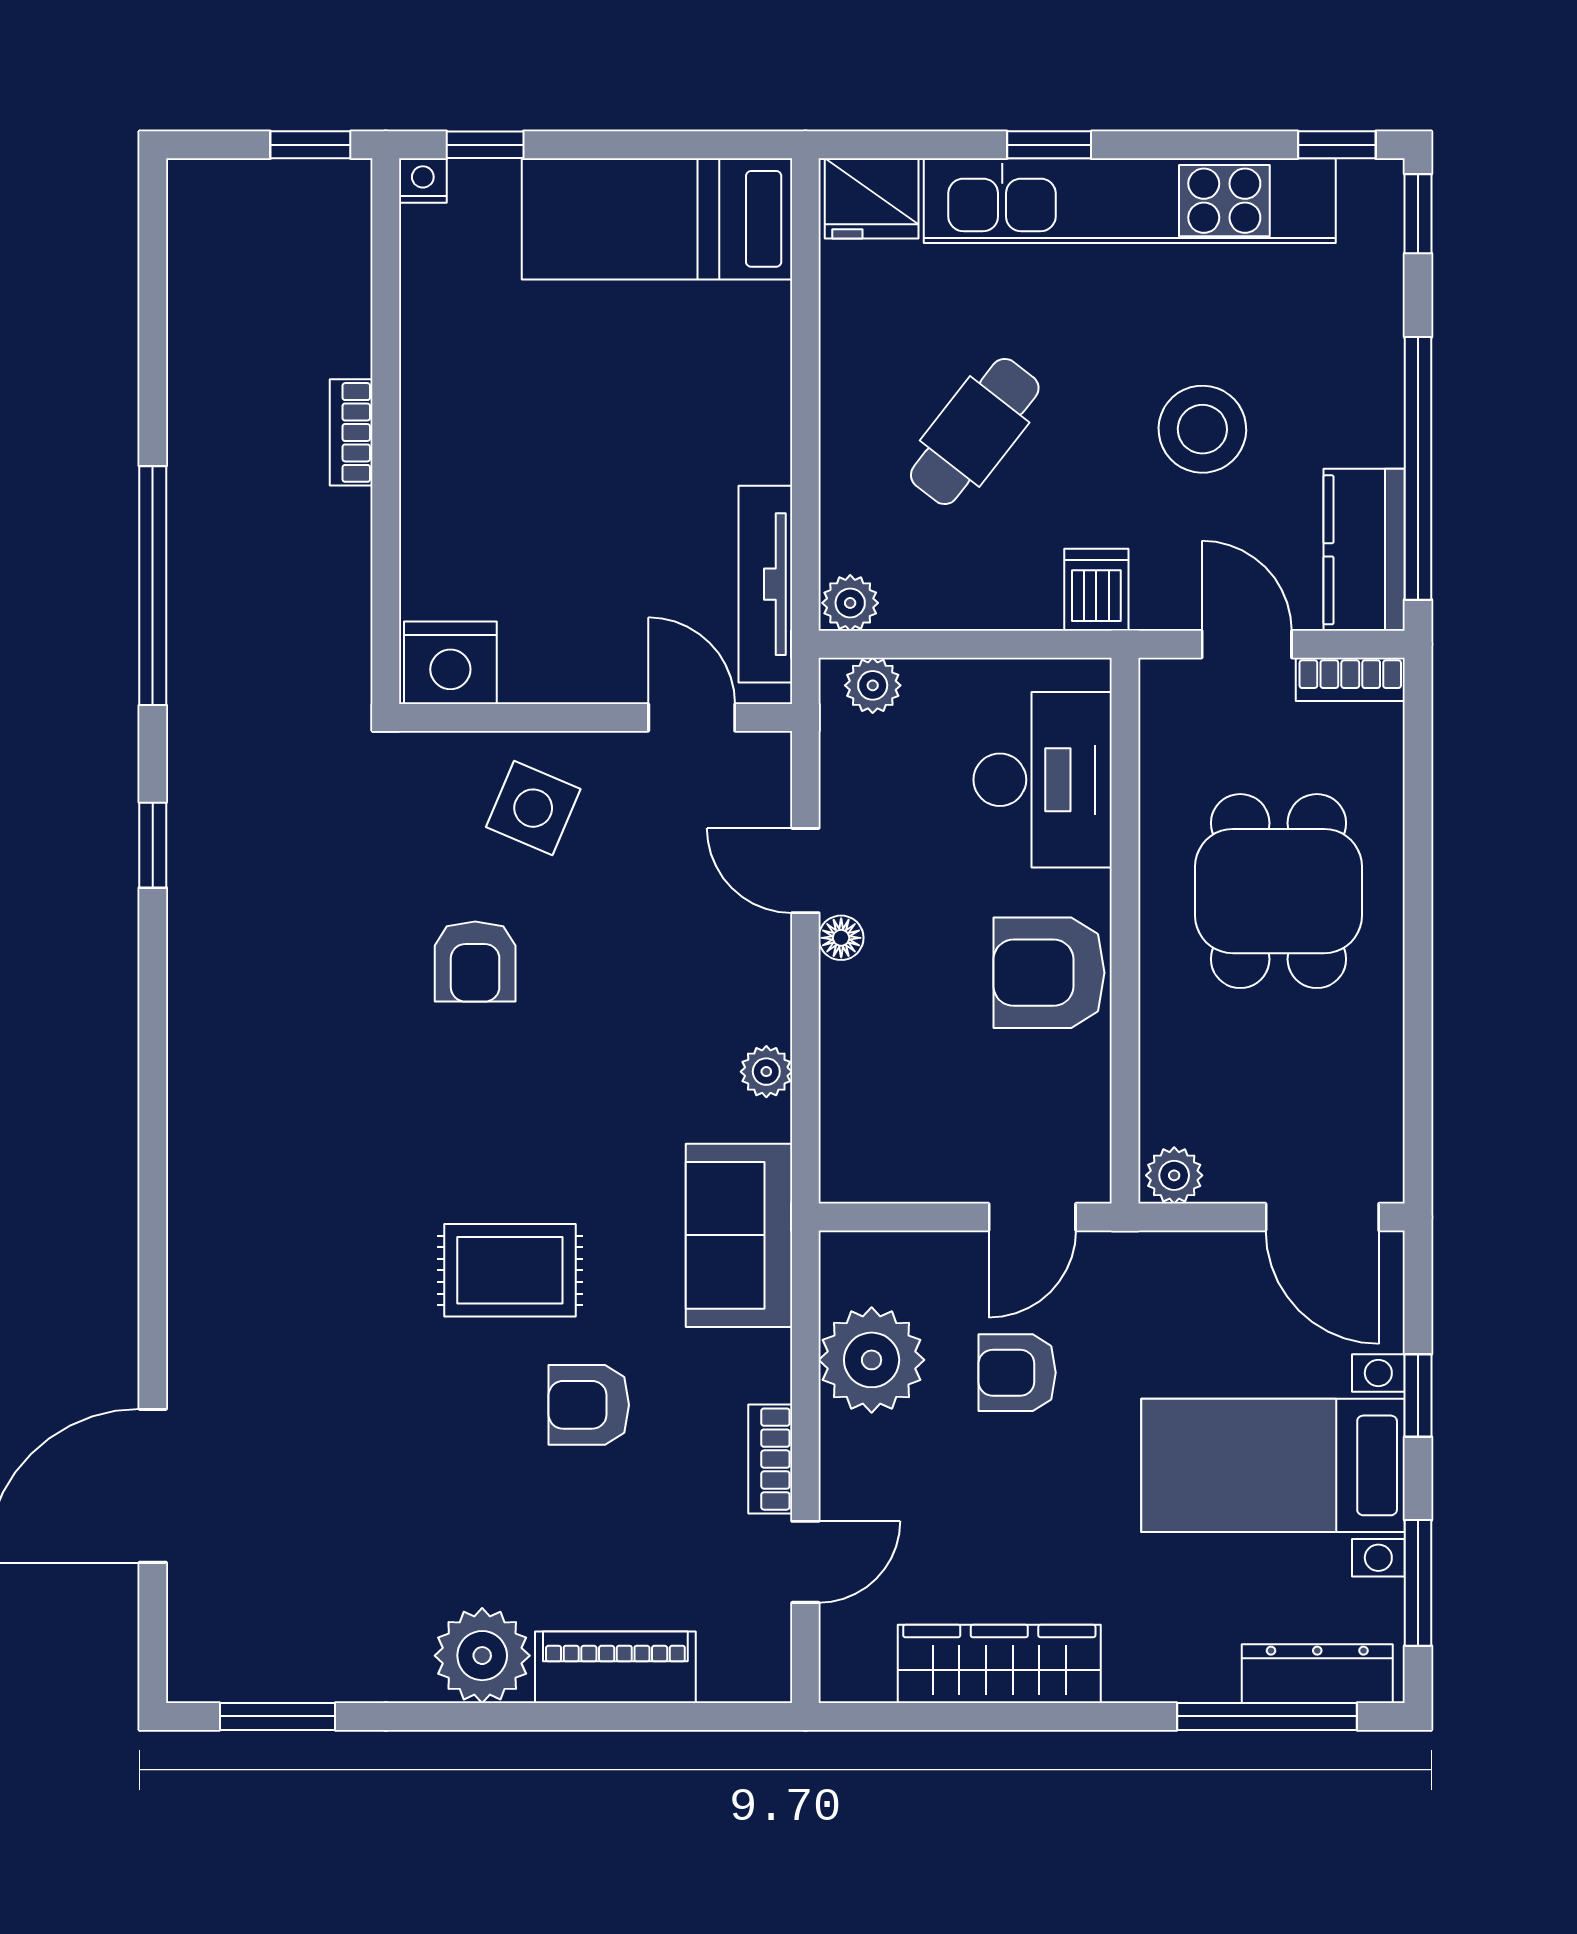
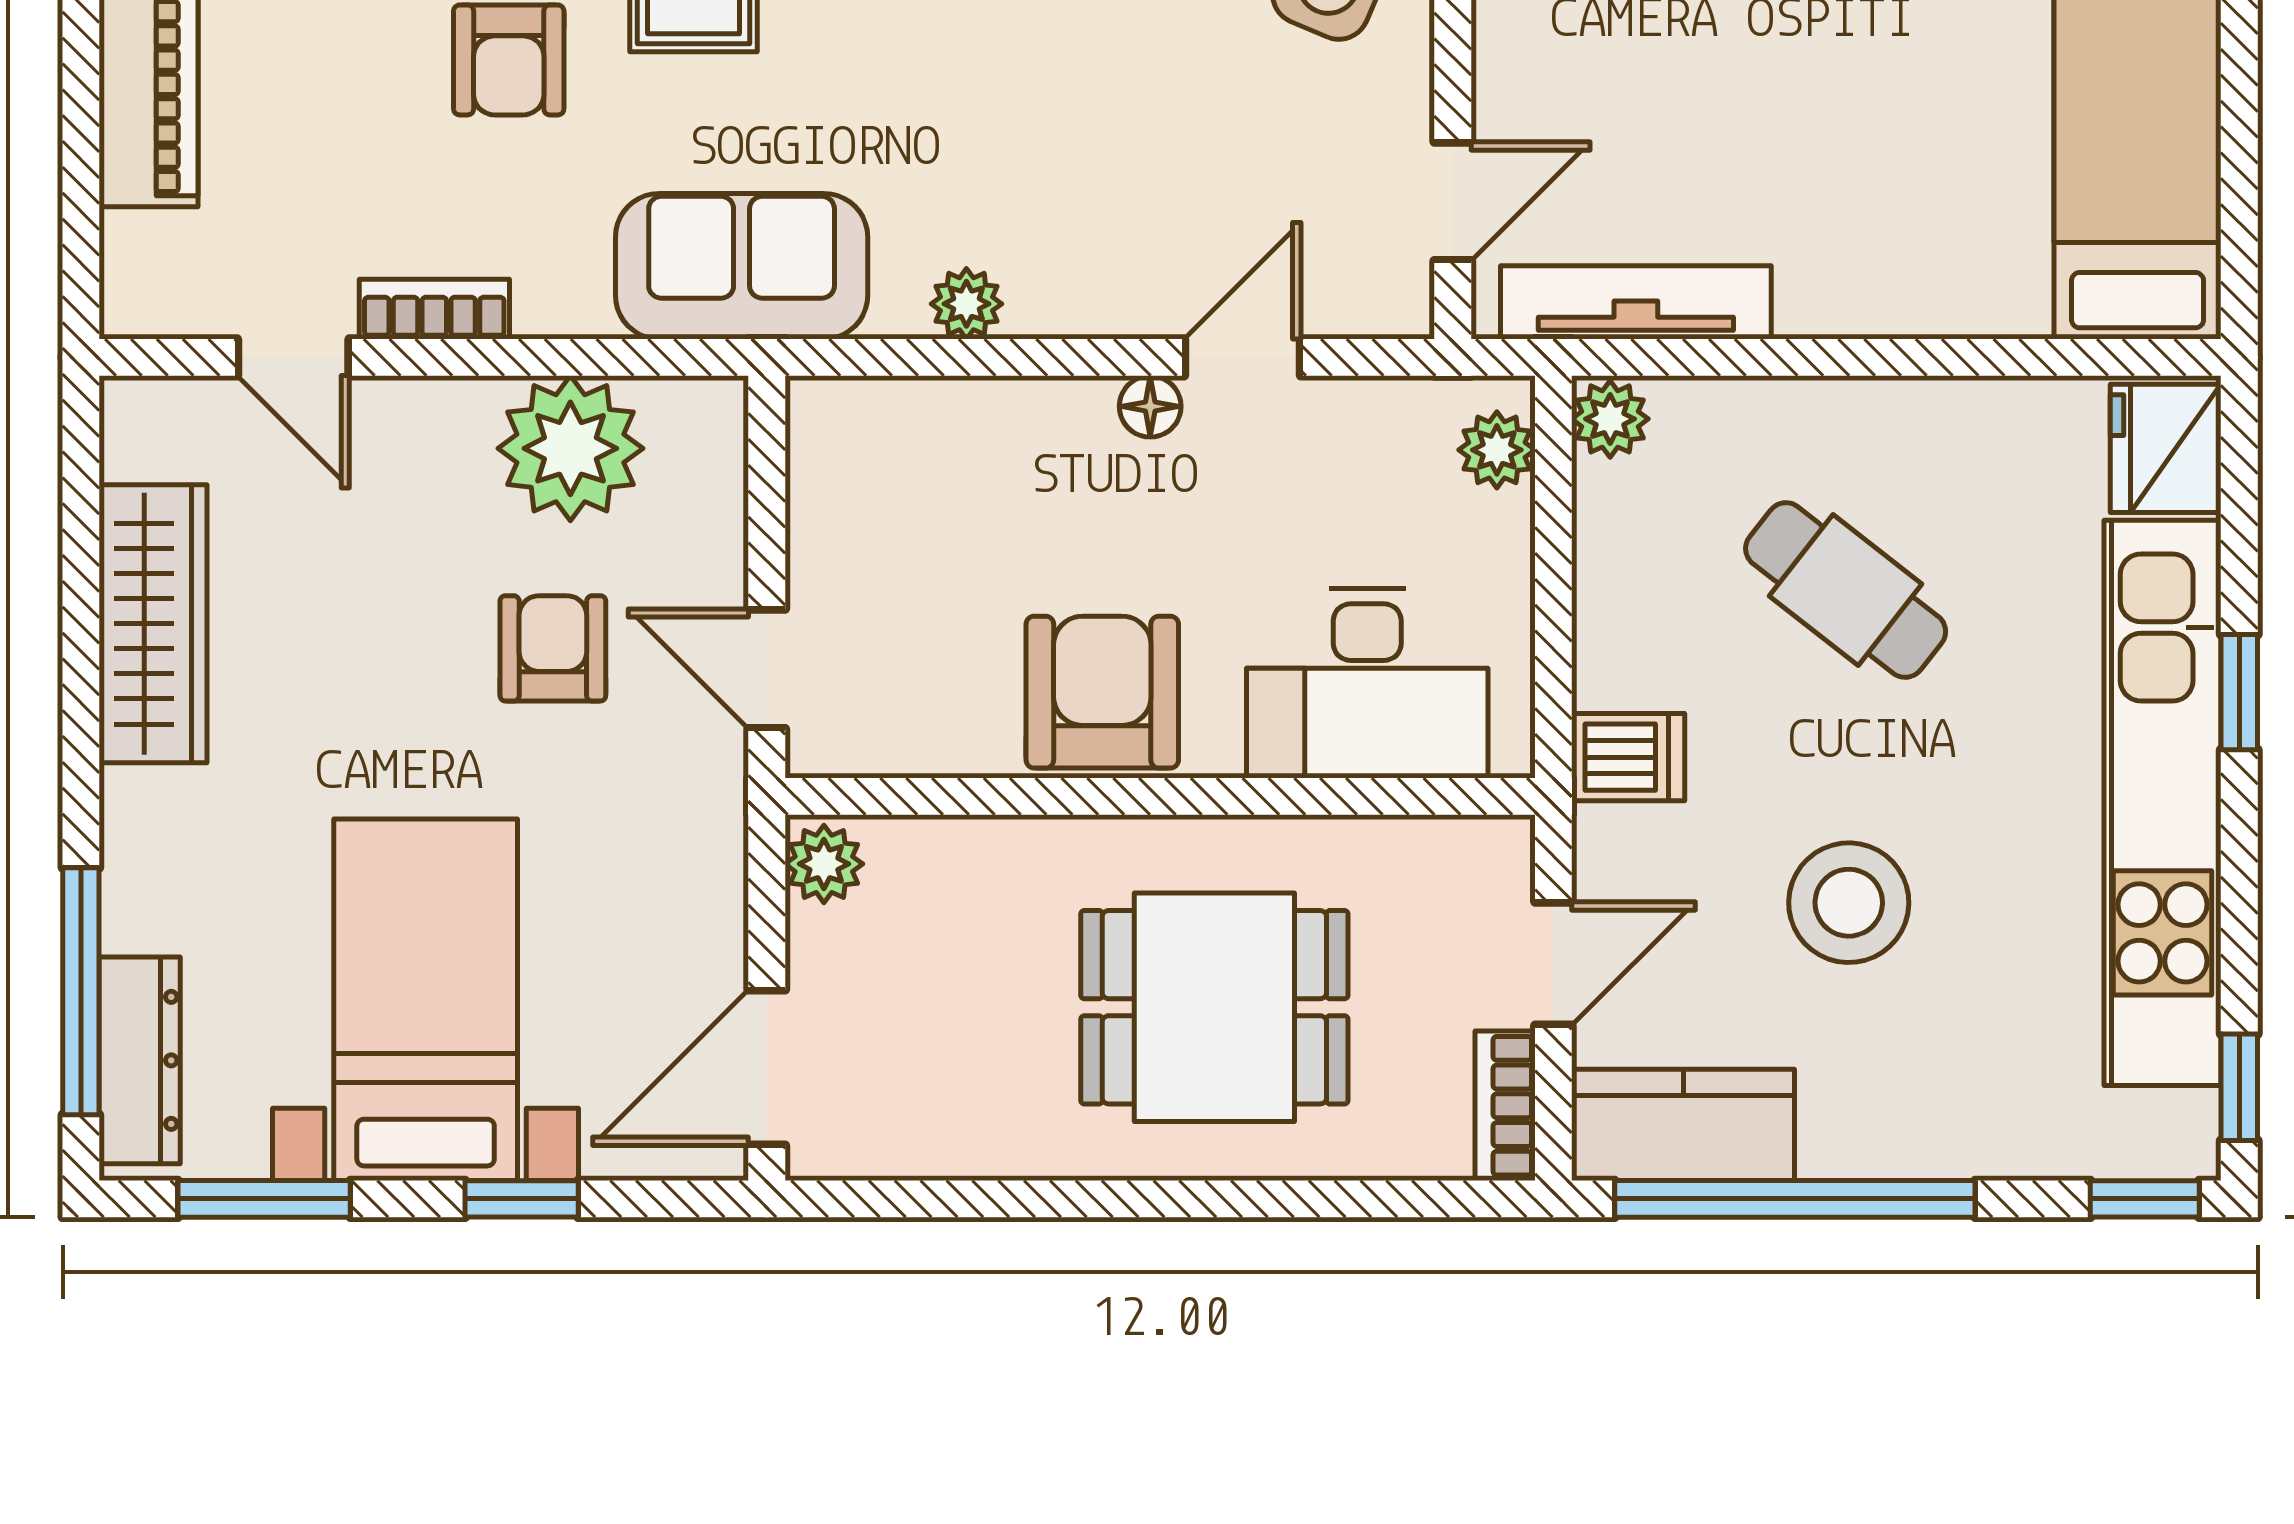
armchair: (589, 1405) -> (509, 60), turned 180

